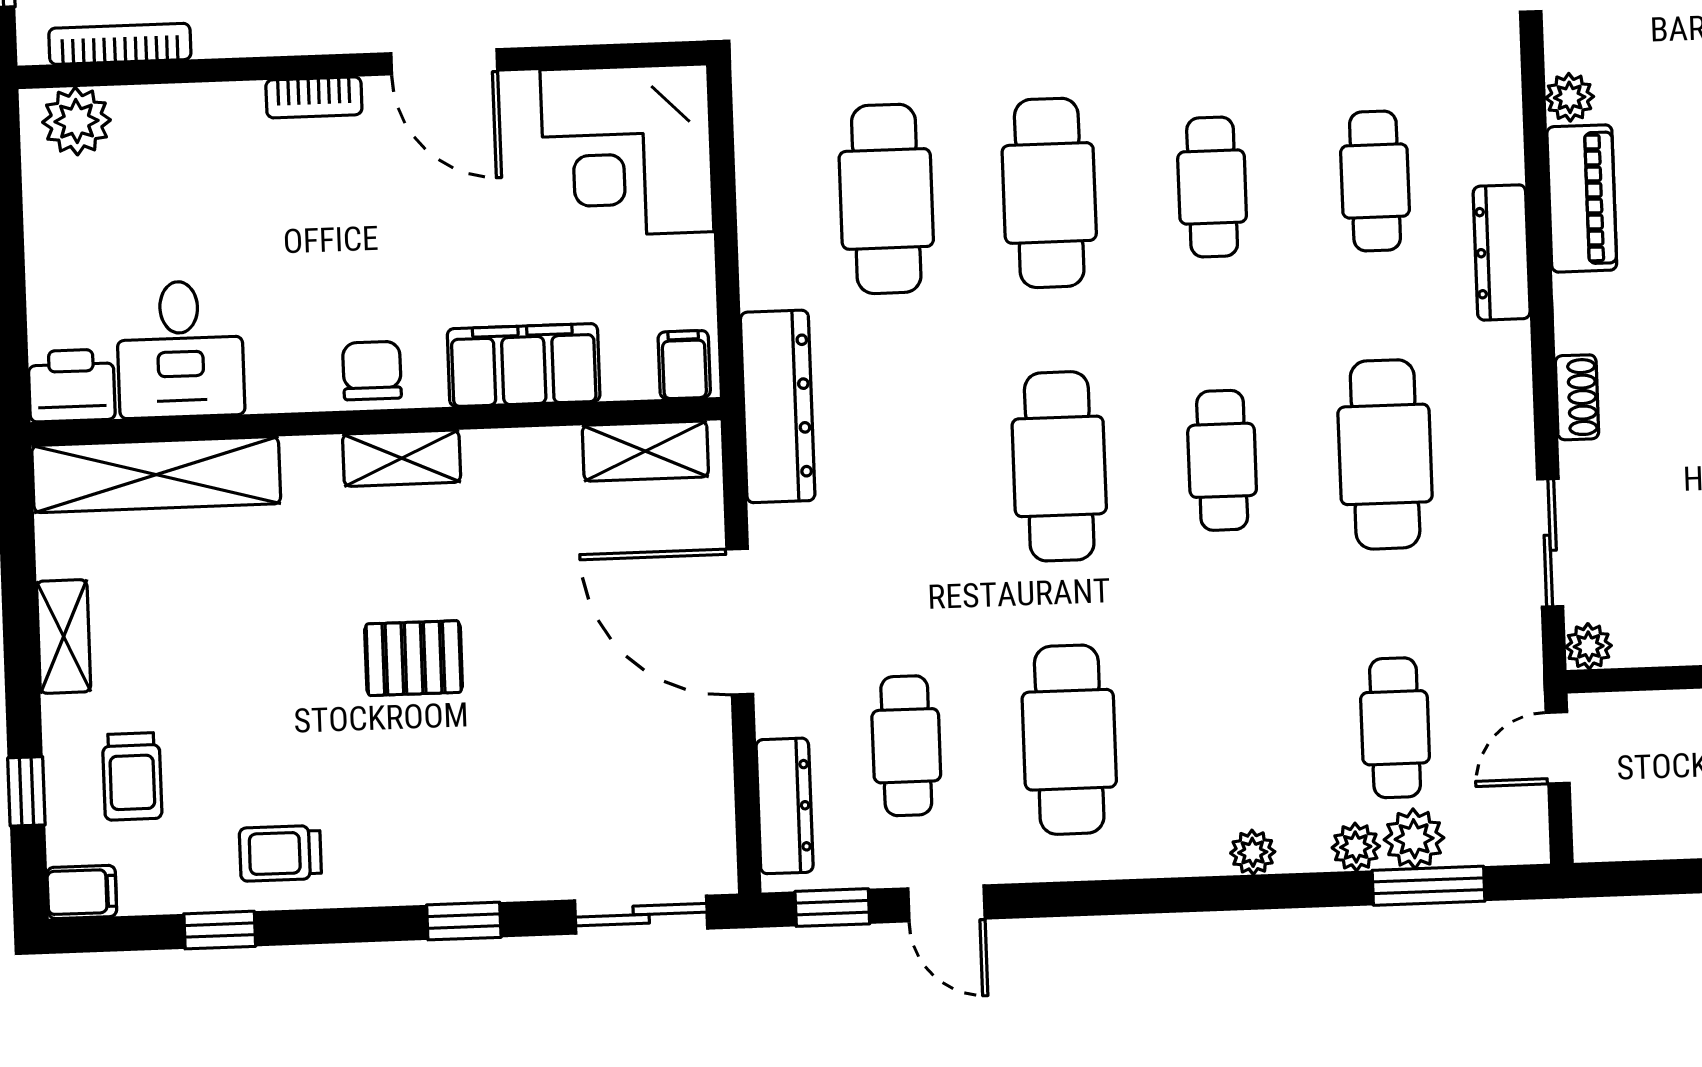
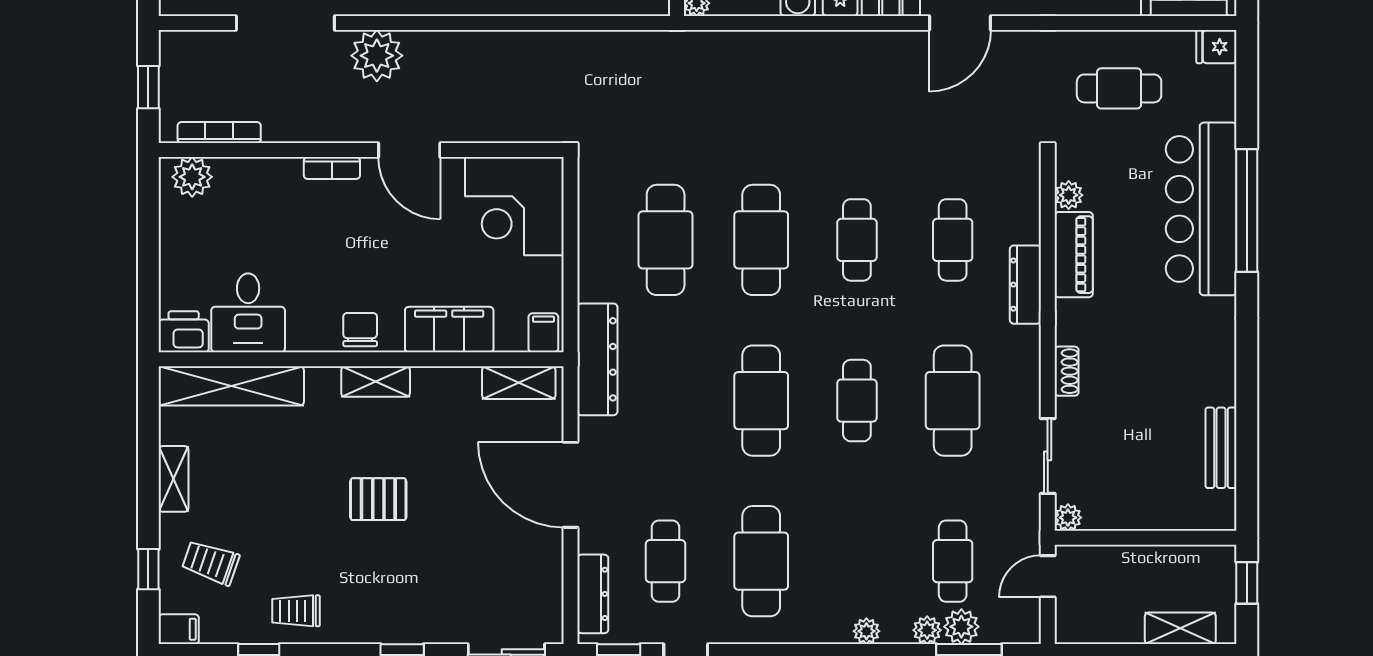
trolley: (132, 776) -> (211, 562), turned 109

